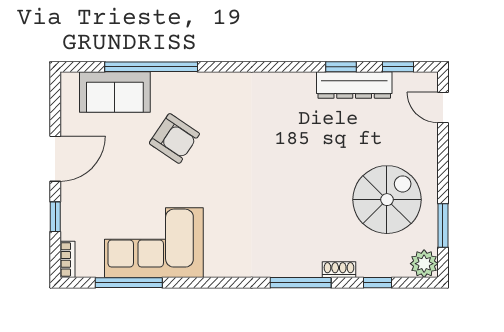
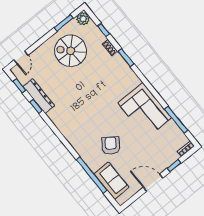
corner sofa: (154, 243) -> (145, 110), moved
window: (301, 283) -> (126, 58), width x0.69

